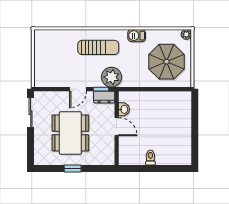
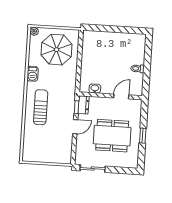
plant: (112, 77) -> (67, 97), removed
door: (78, 89) -> (75, 127), hinge flipped
door: (117, 127) -> (121, 96), moved

